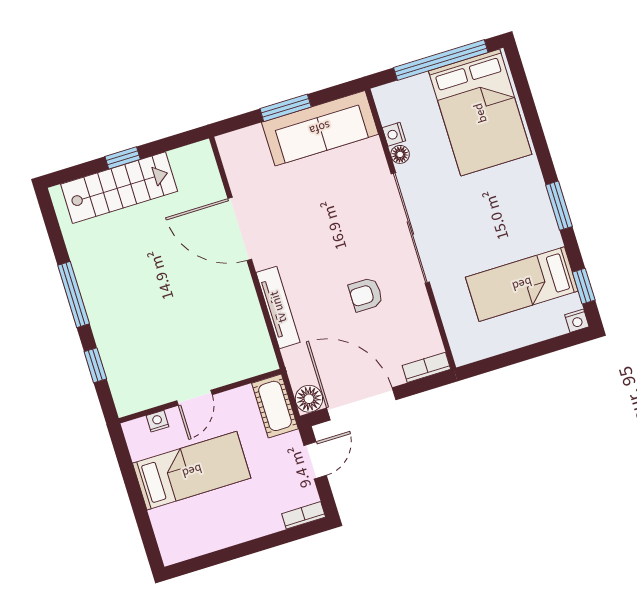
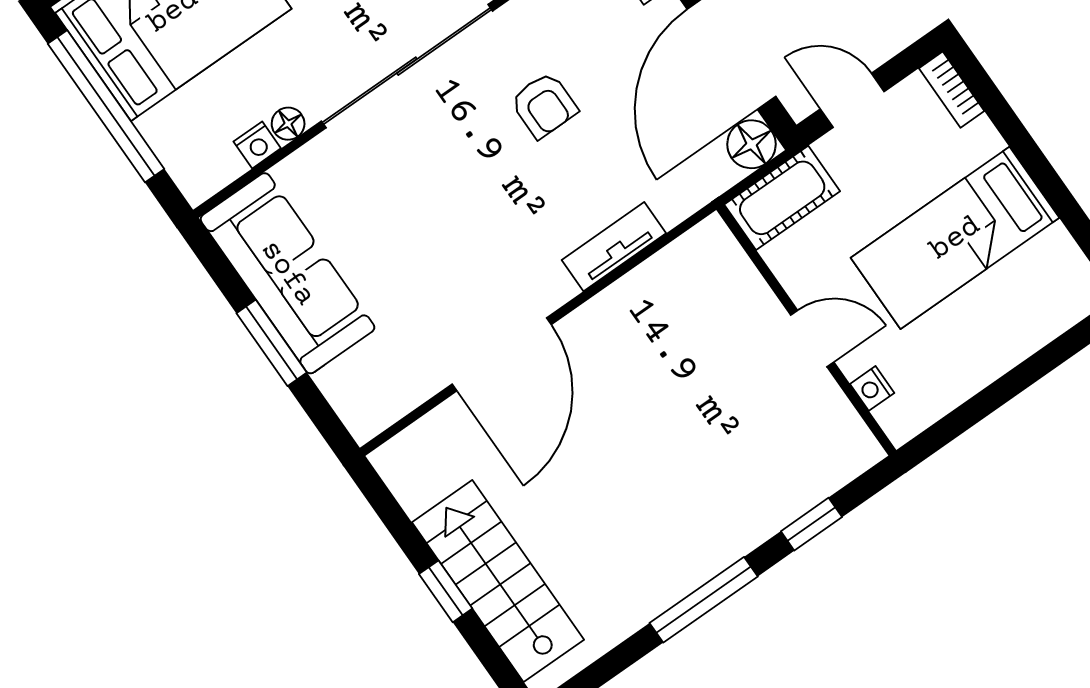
tv unit: (278, 307) -> (614, 247), width x0.71
bed: (192, 471) -> (955, 238), moved, turned -90

